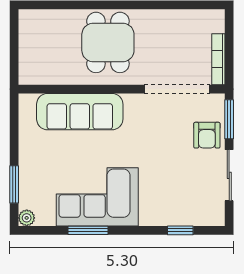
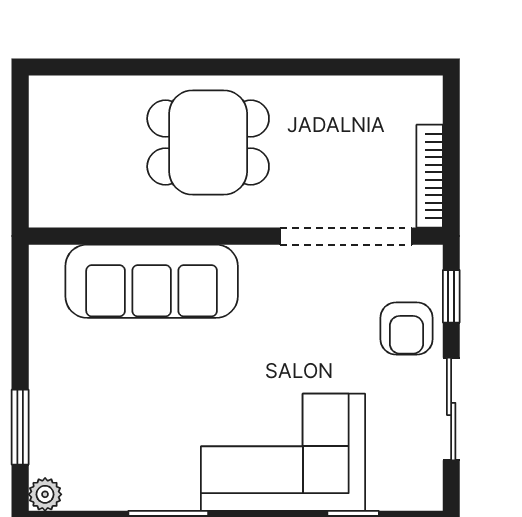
dining table: (108, 42) -> (208, 143), turned 90
window: (229, 119) -> (451, 296), width x0.67
corner sofa: (97, 197) -> (283, 452), moved

